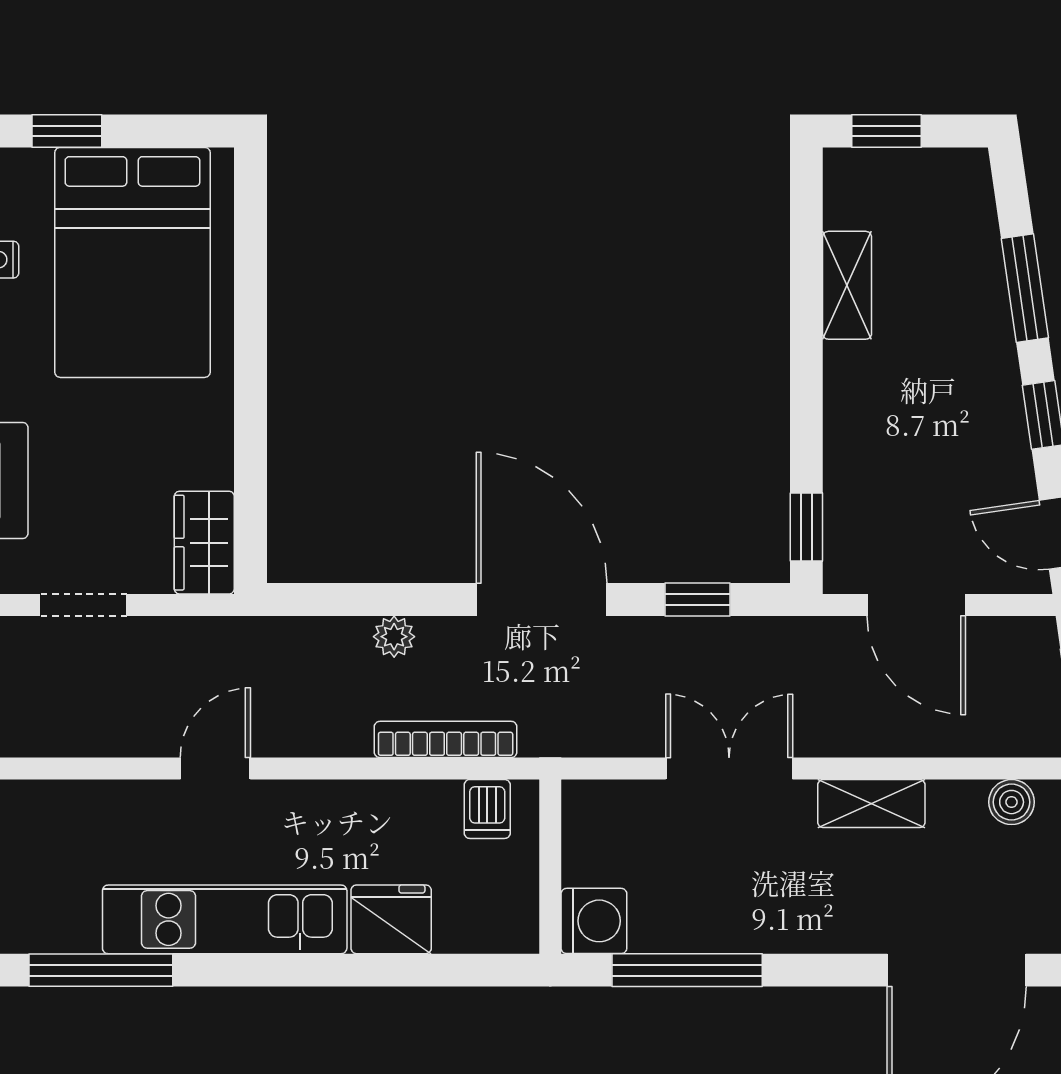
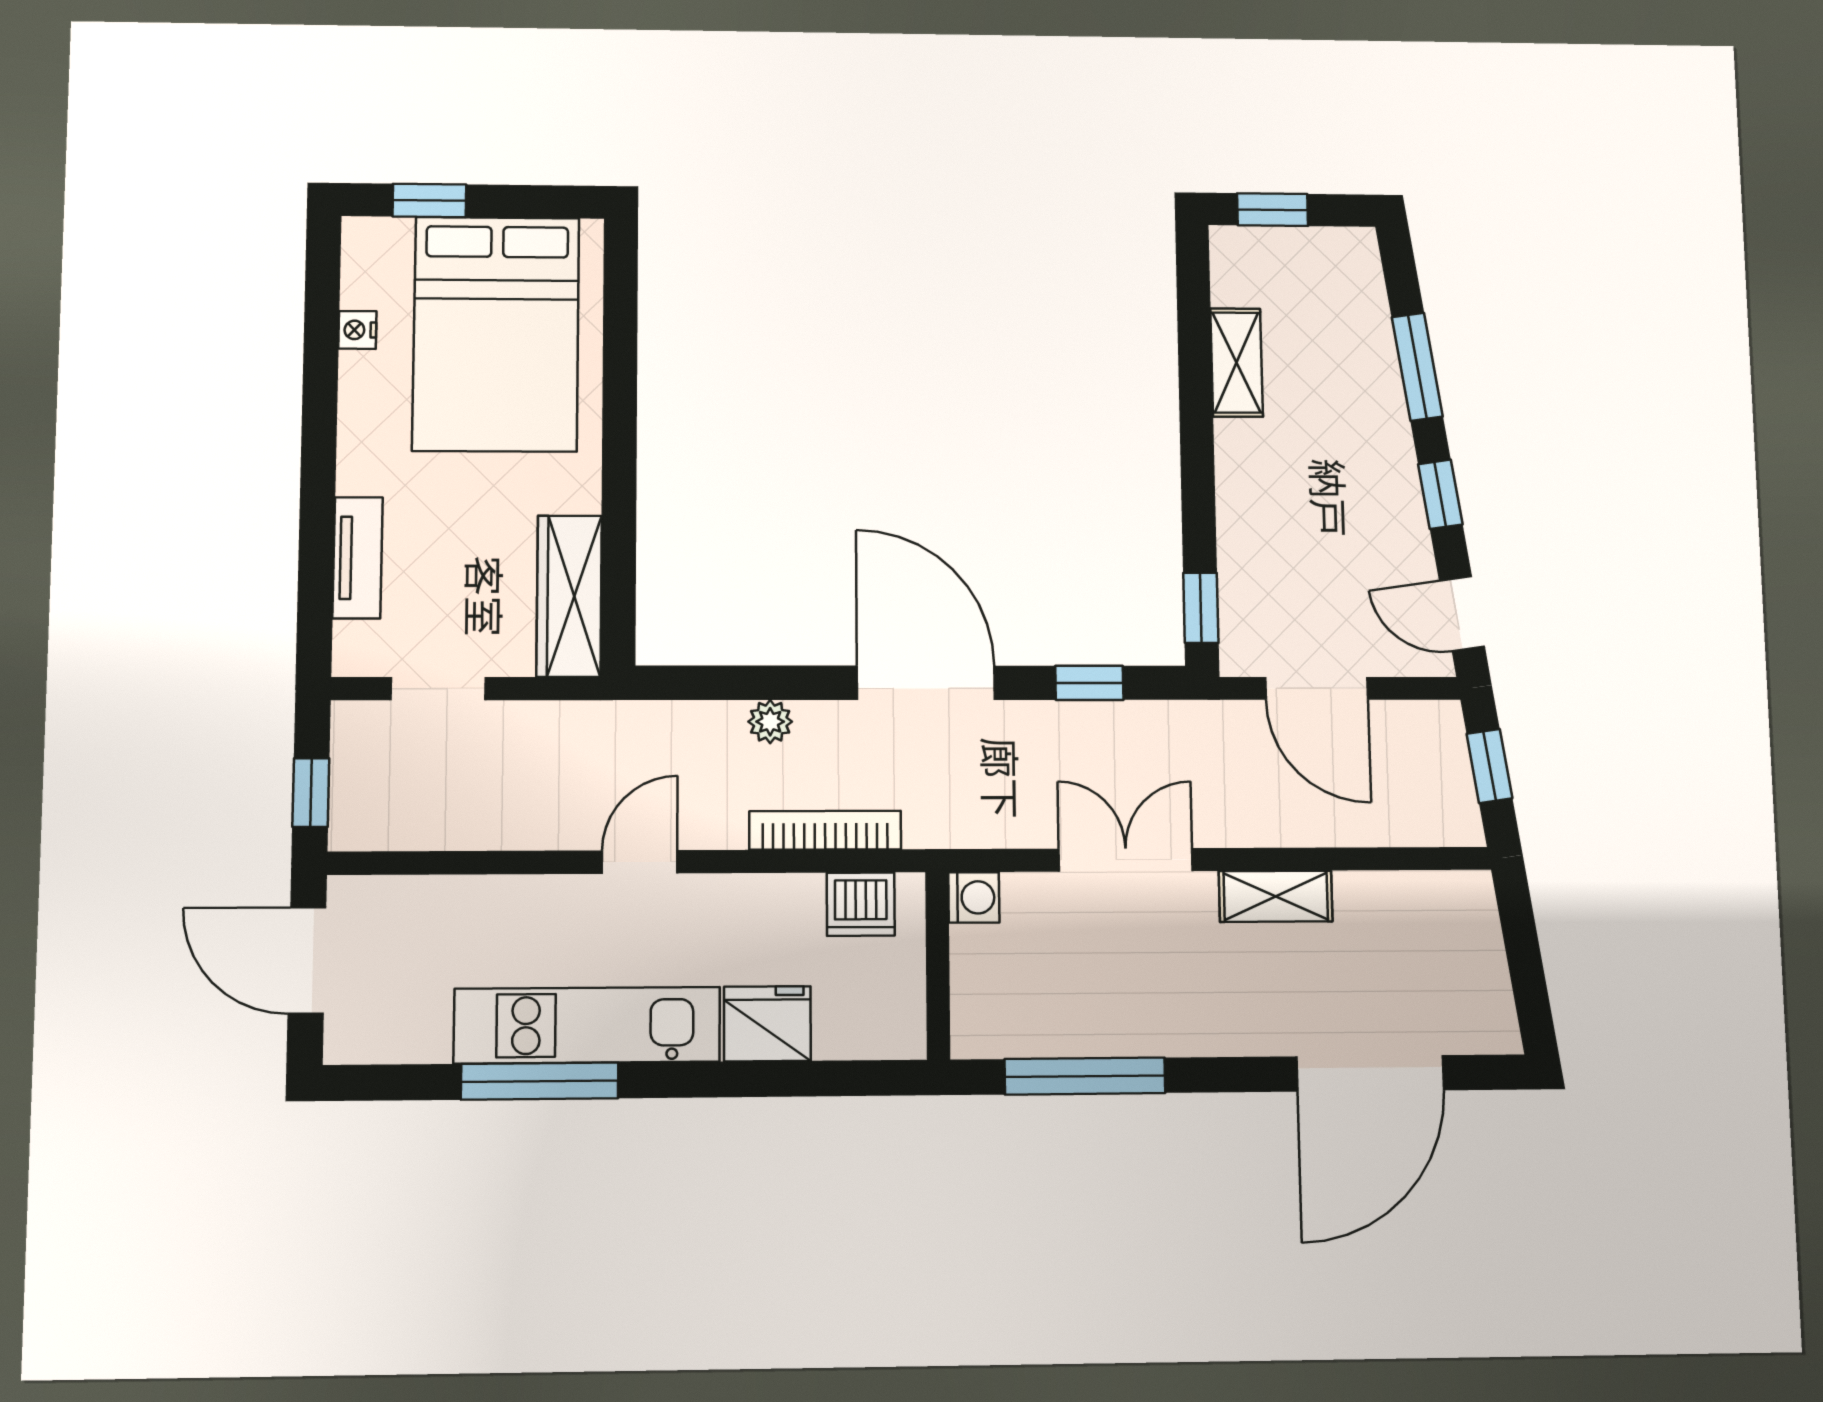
wardrobe: (204, 543) -> (569, 596), width x1.50
door: (215, 769) -> (640, 862), moved
boiler: (1012, 802) -> (1422, 894), removed
dishwasher: (487, 809) -> (861, 904), width x1.38
washing machine: (594, 921) -> (974, 897), moved, width x0.73, depth x0.73
window: (101, 970) -> (540, 1081), moved

